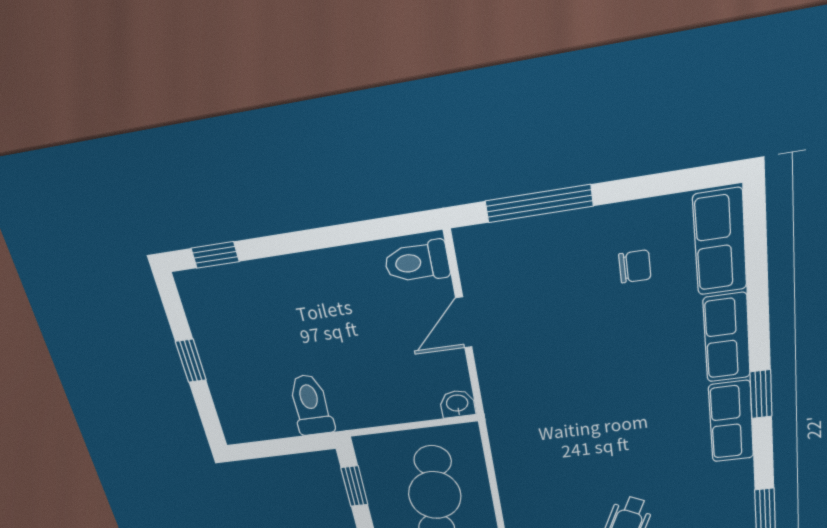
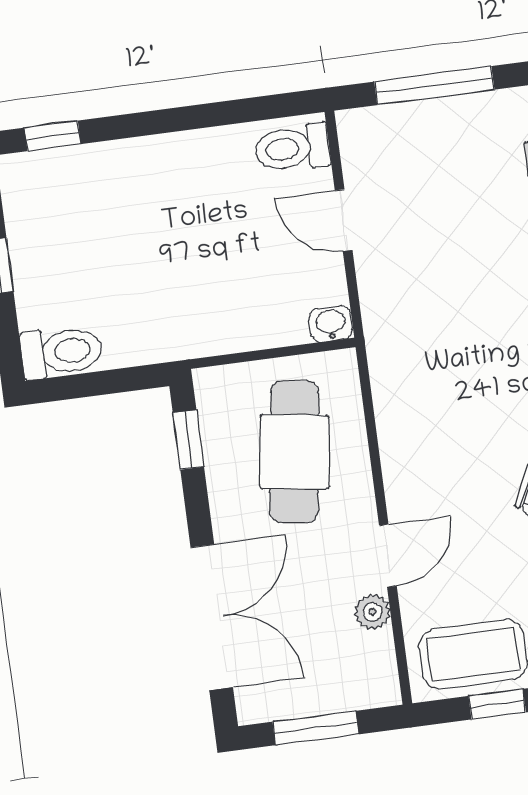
door: (464, 322) -> (344, 220), hinge flipped
toilet: (311, 405) -> (61, 352), moved, turned 90

